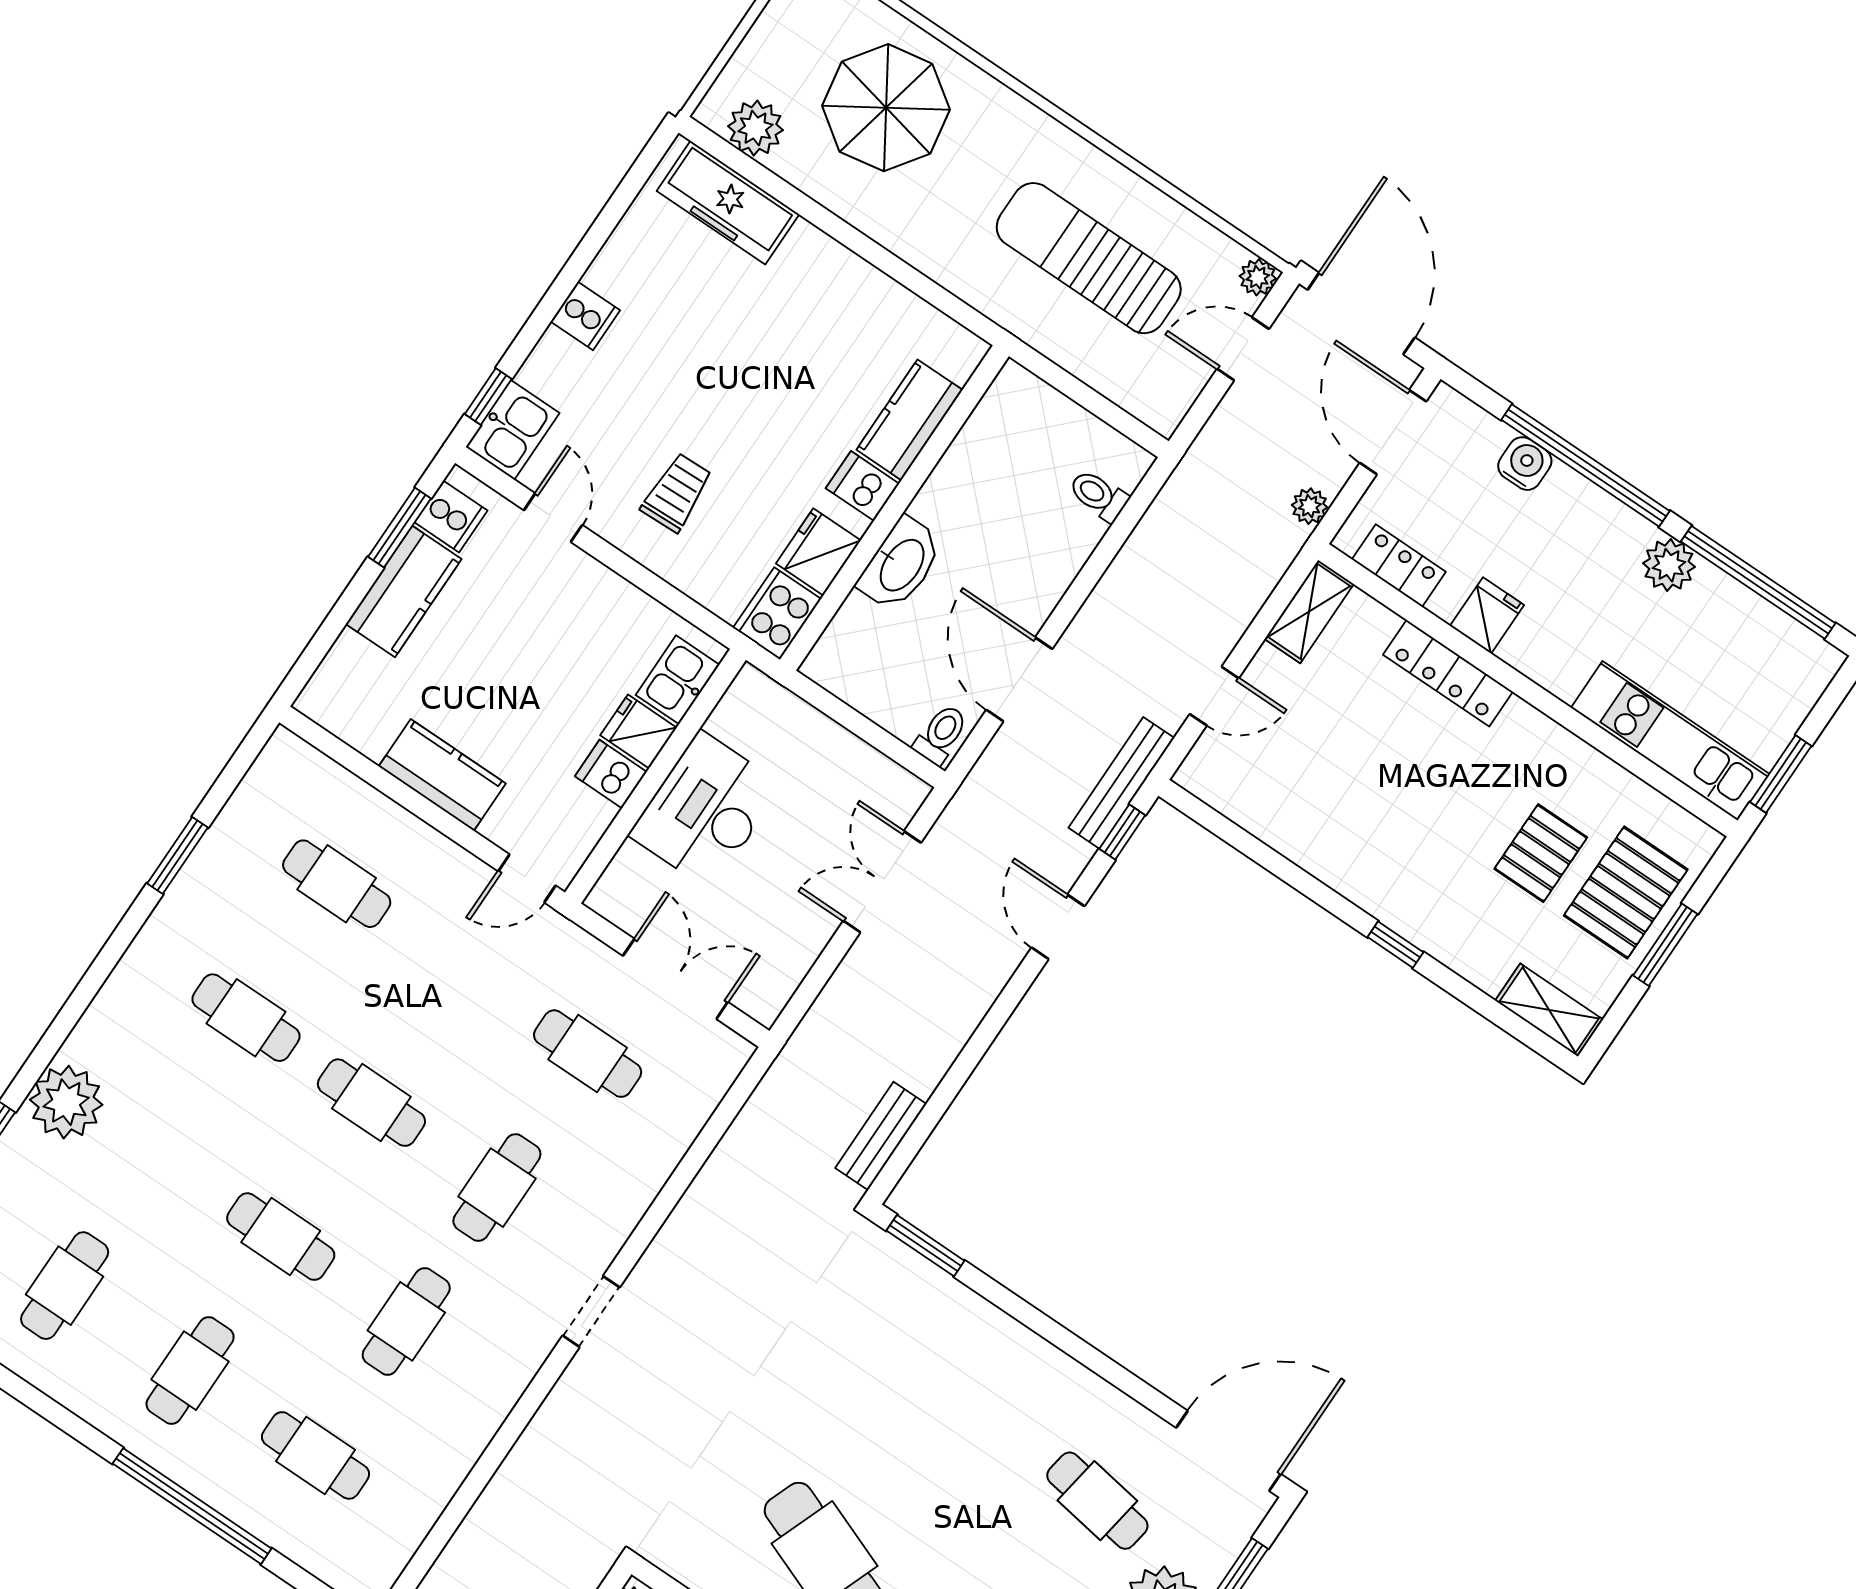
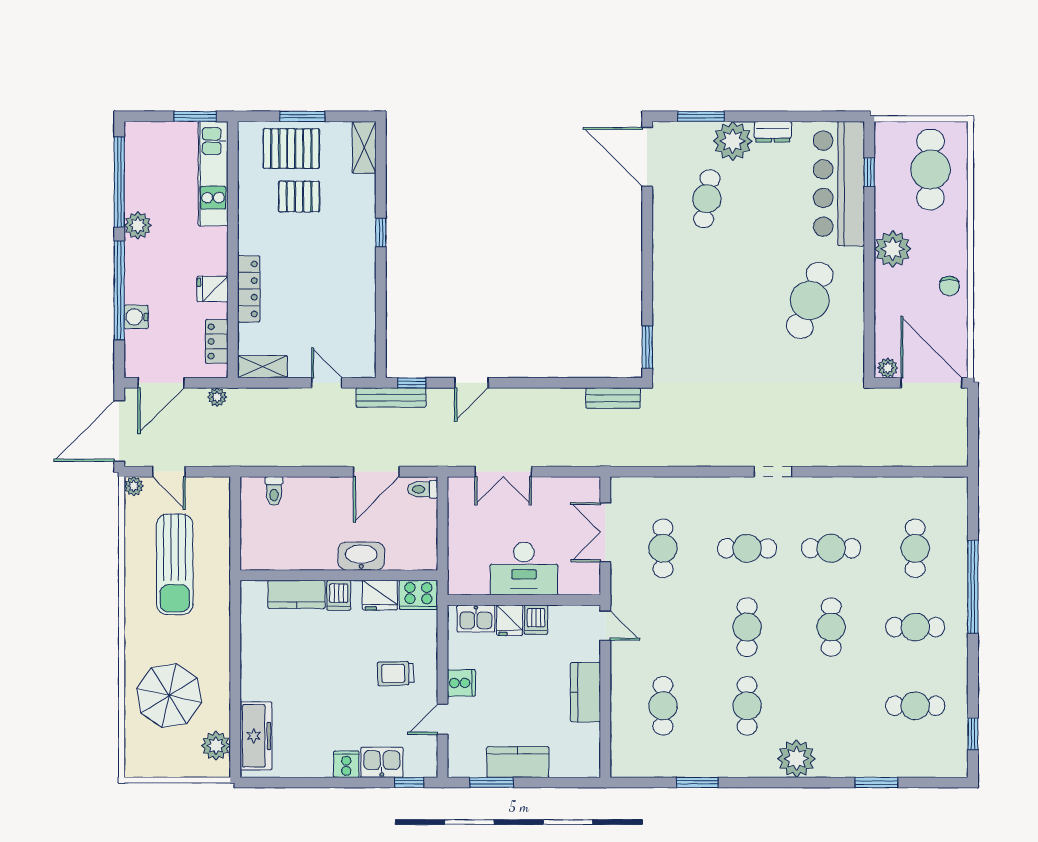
kitchen sink: (513, 430) -> (382, 762), moved
cooker: (451, 516) -> (461, 683), moved, turned 90
plant: (66, 1102) -> (796, 759), moved

